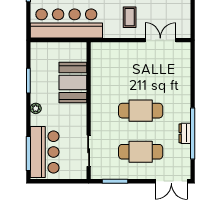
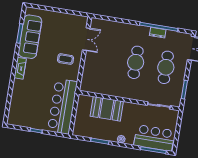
double door: (160, 40) -> (86, 39), swing flipped

